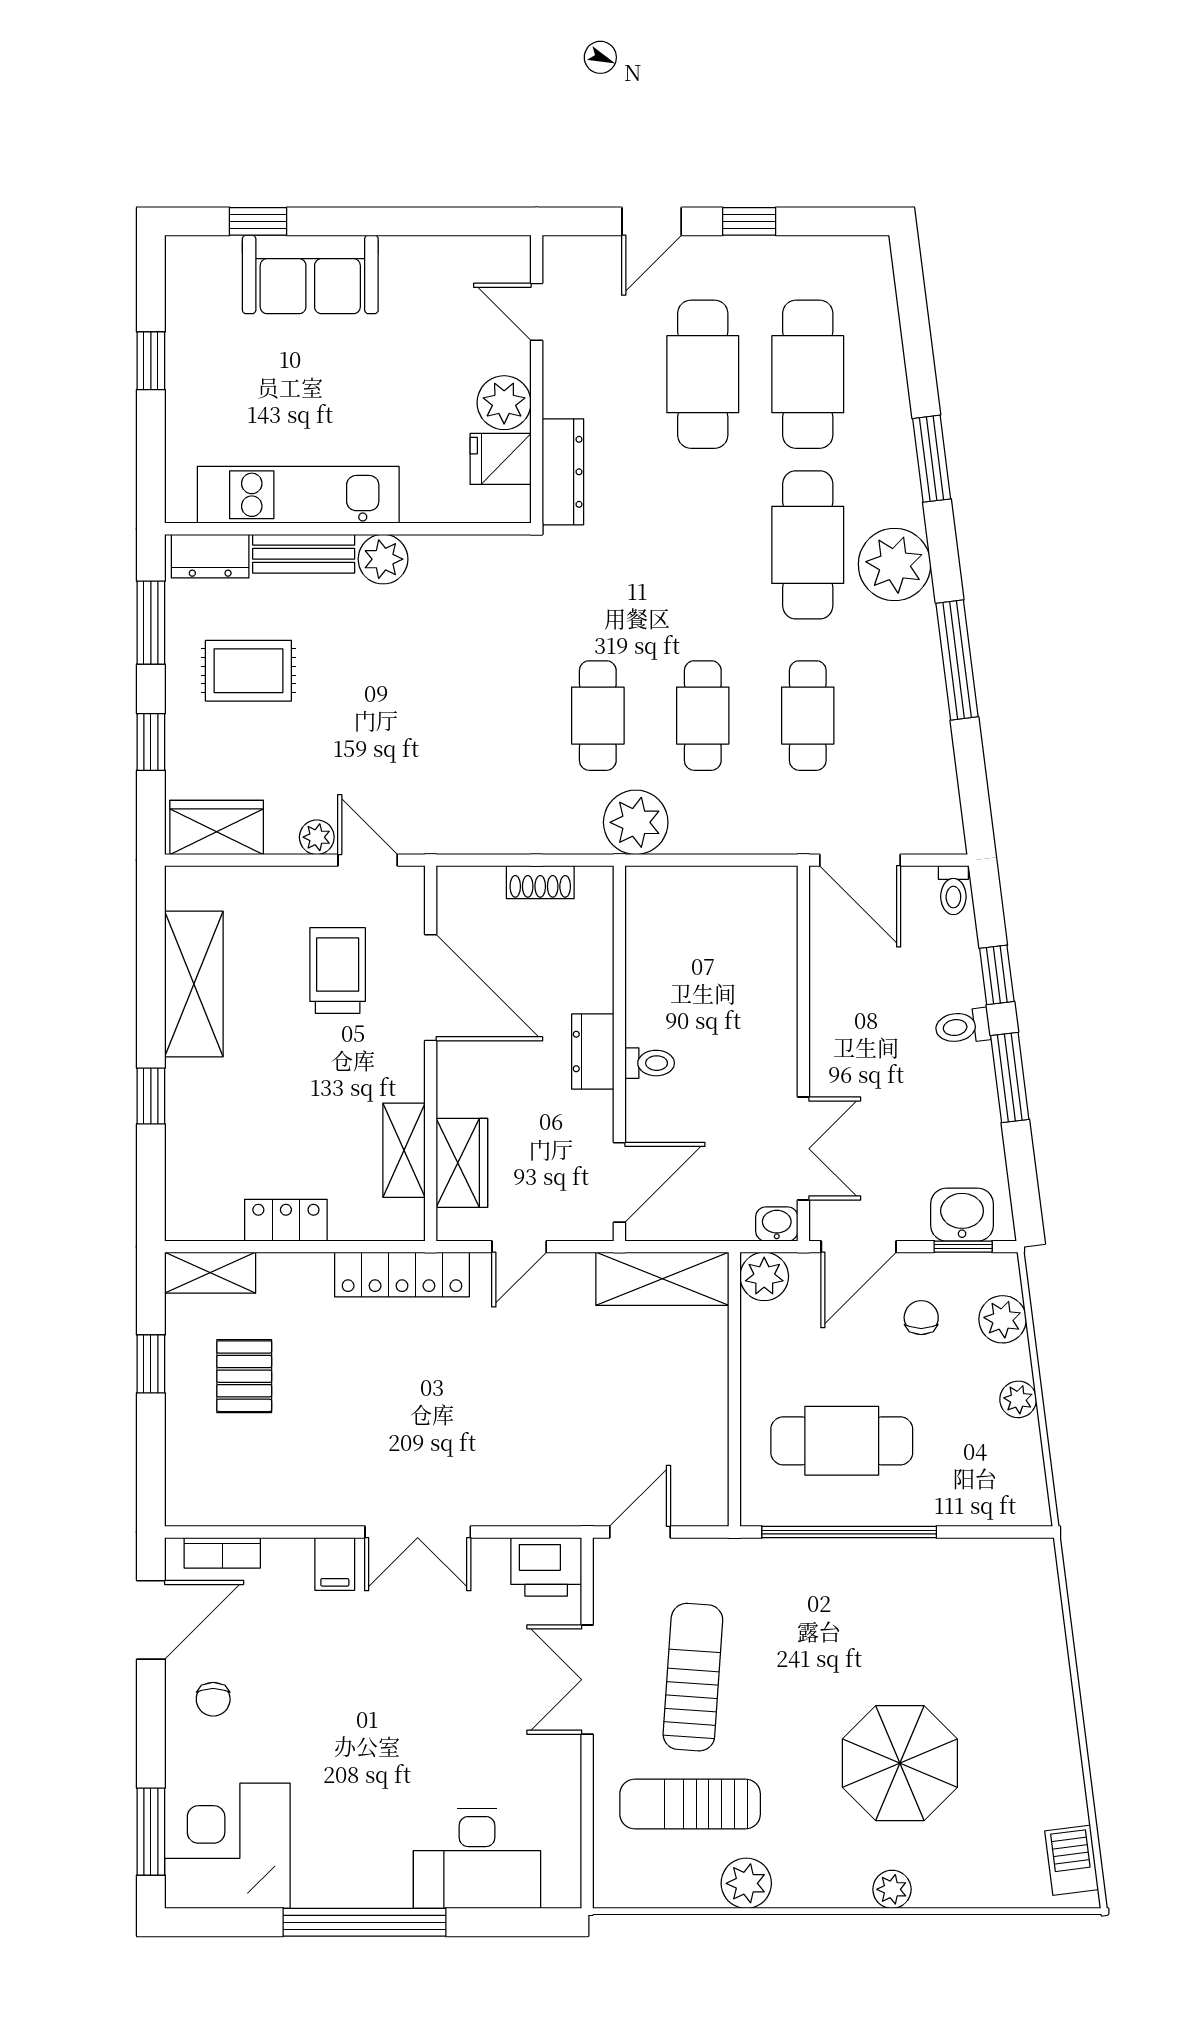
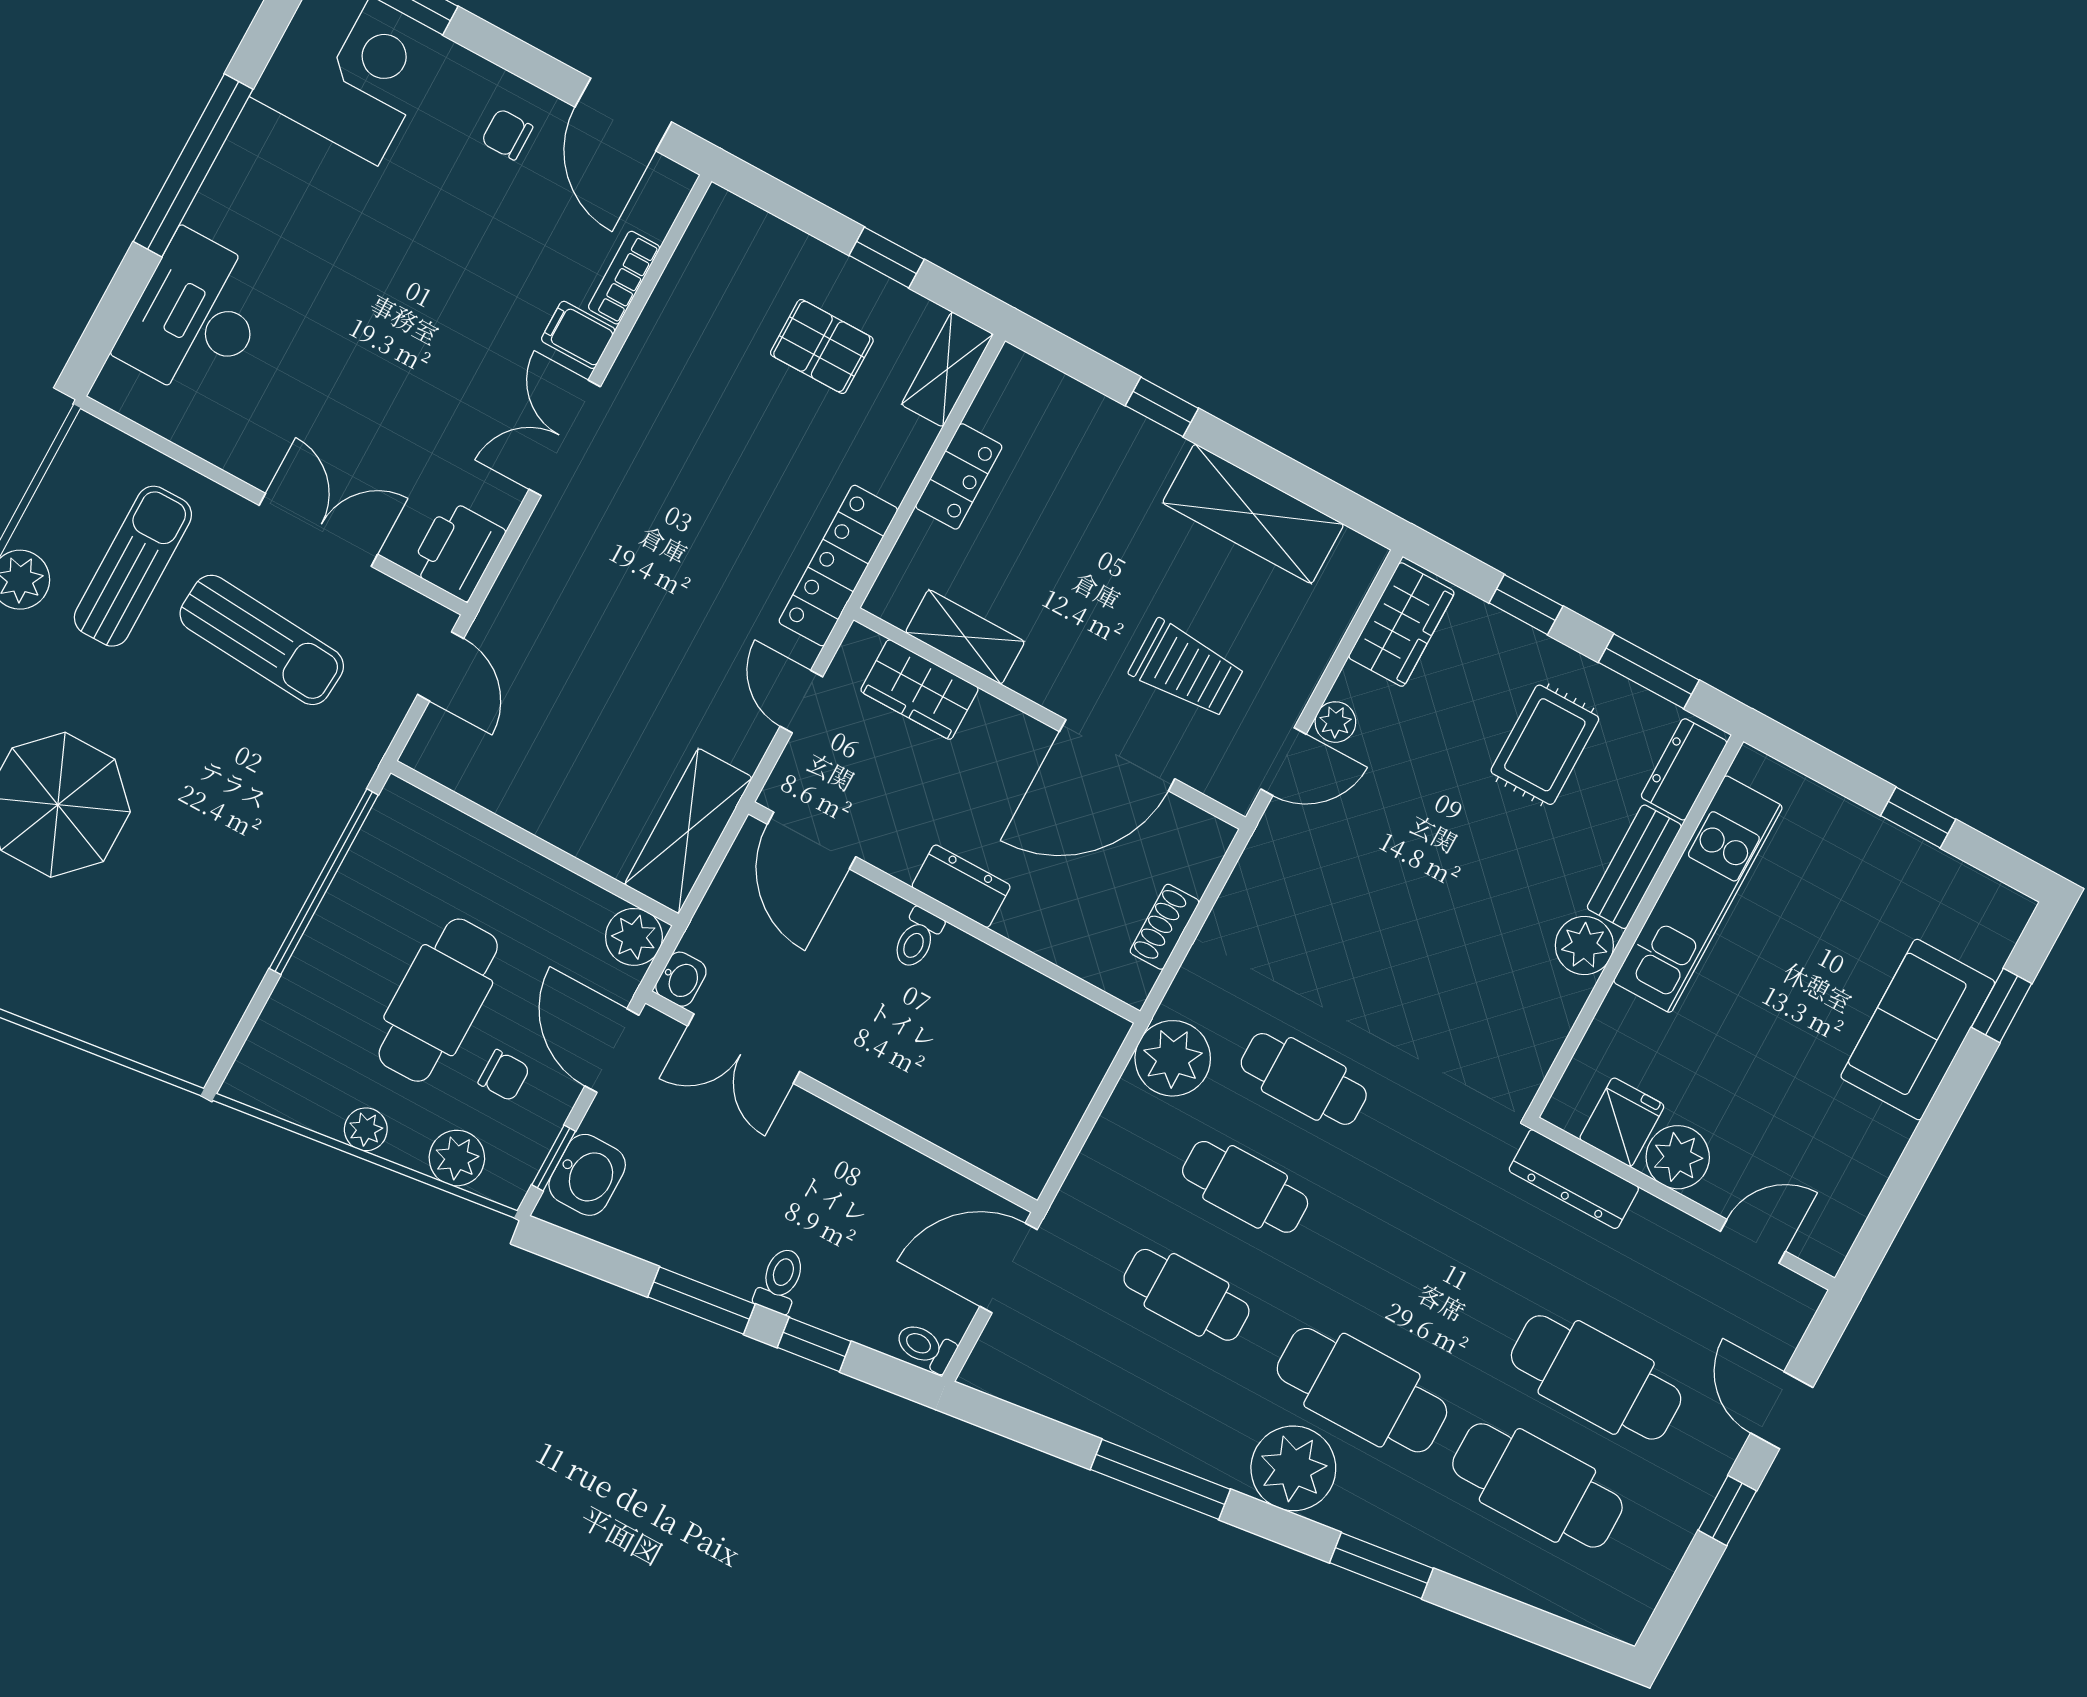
cafe table: (842, 1441) -> (438, 1000), moved
bookcase: (222, 1553) -> (624, 278), moved

